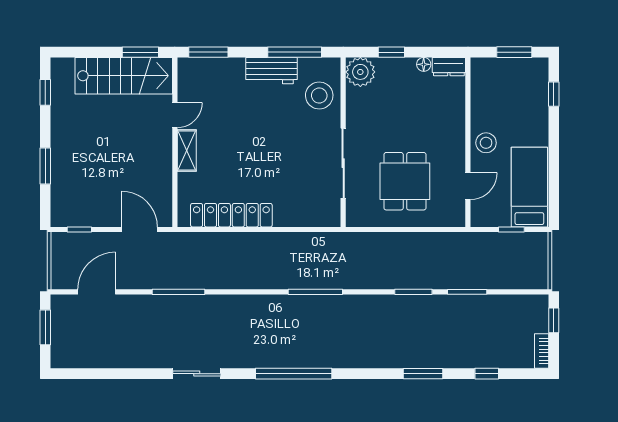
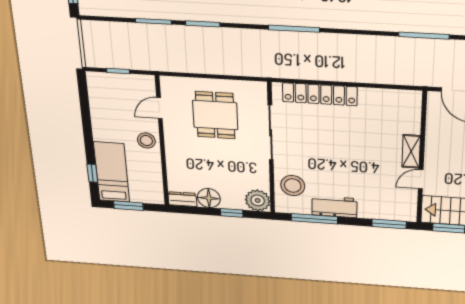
floor lamp: (424, 64) -> (209, 198), width x1.89, depth x1.89
bed: (529, 187) -> (112, 172), moved, turned 180
locker: (231, 215) -> (320, 94), moved

